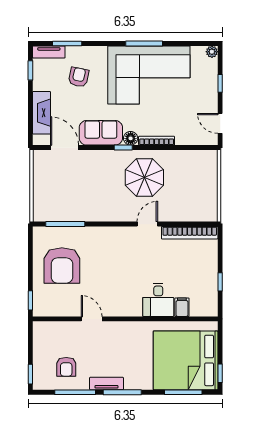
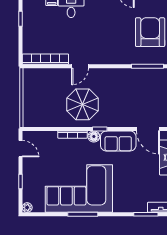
armchair: (79, 77) -> (136, 187), removed

